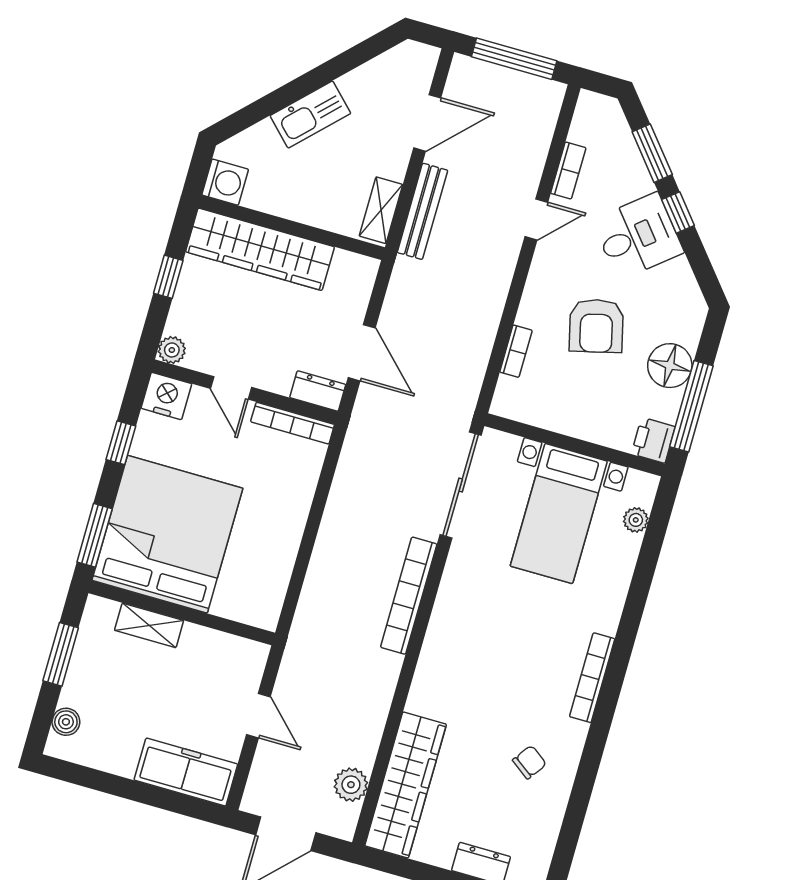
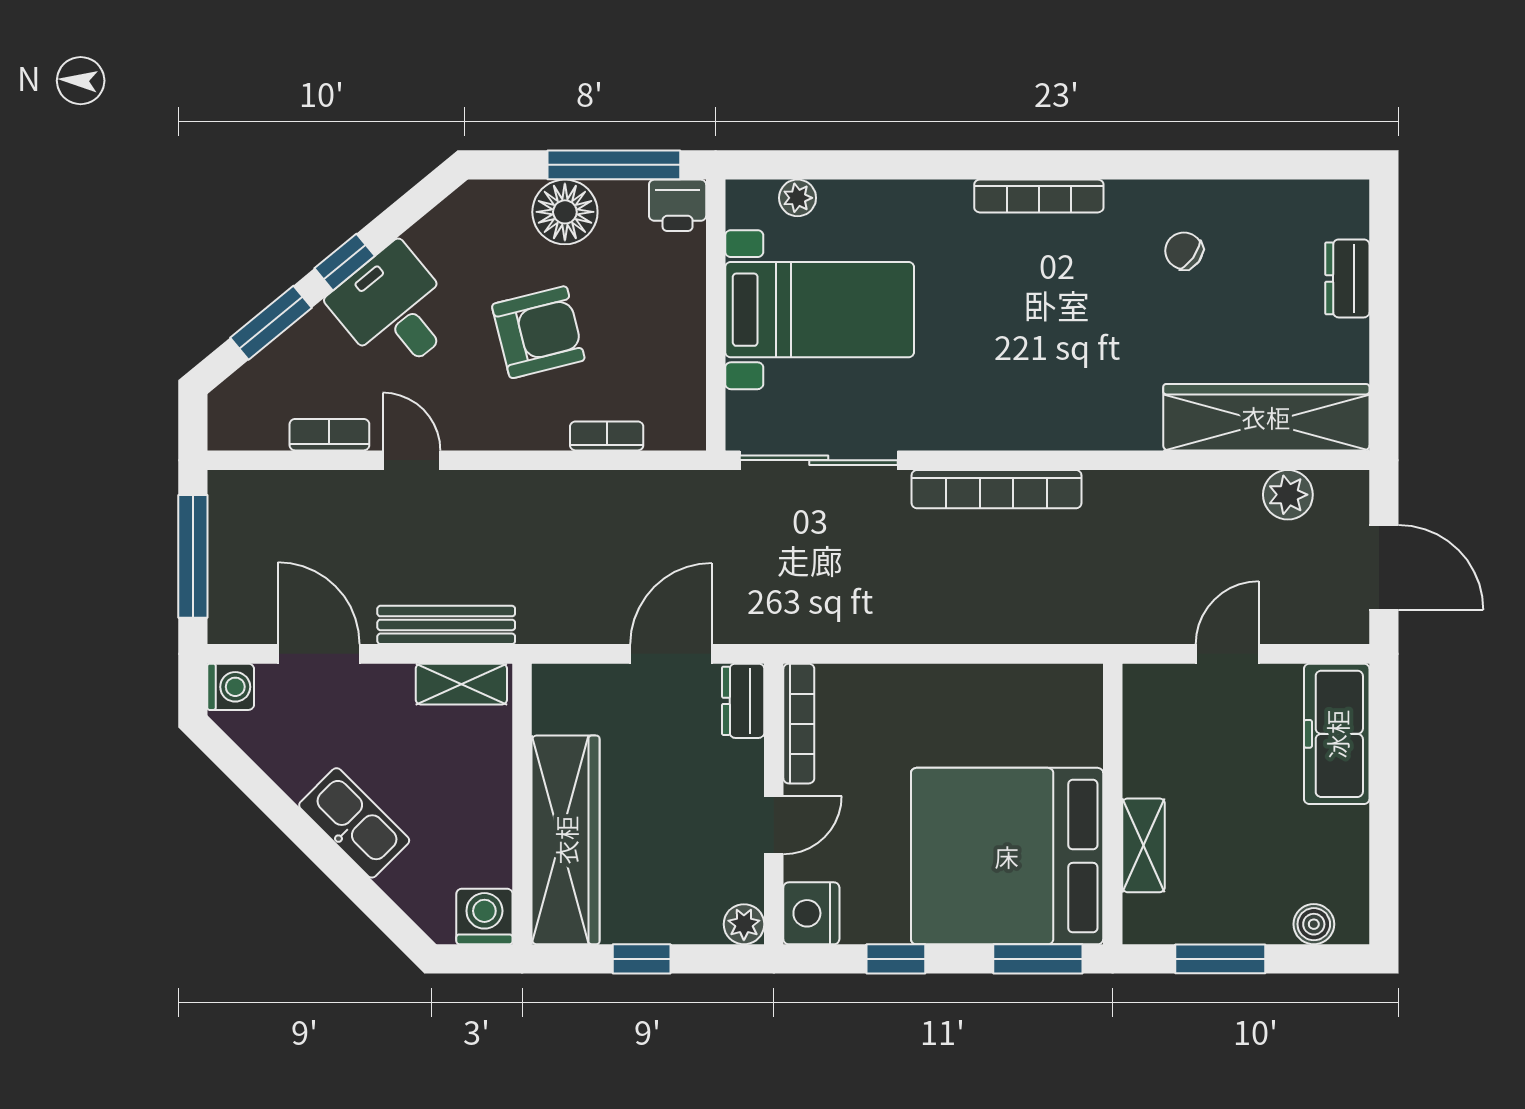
washing machine: (422, 59) -> (231, 687), added

